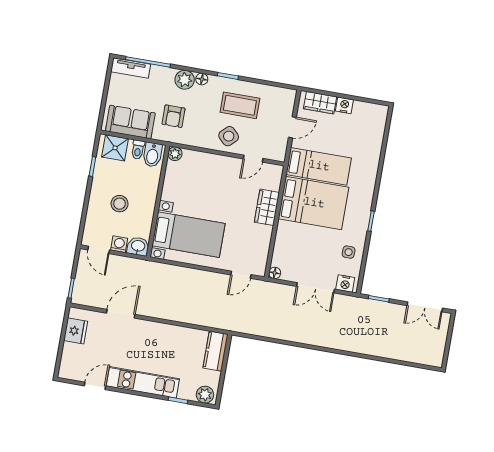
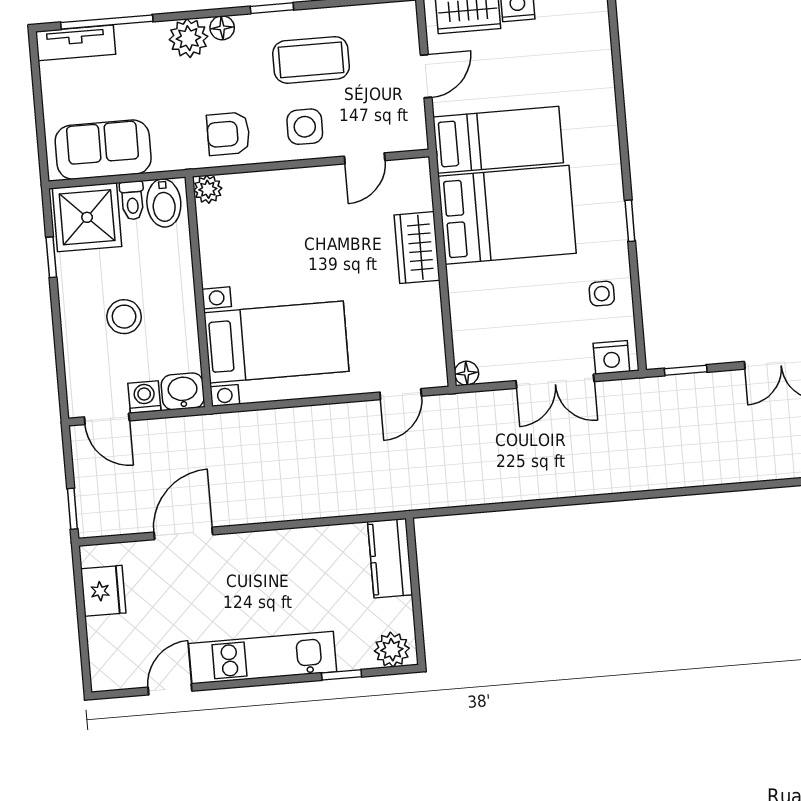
armchair: (173, 116) -> (228, 134), moved, turned 90
side table: (229, 136) -> (305, 127), turned 45
shower: (115, 148) -> (87, 217), width x1.36, depth x1.36

